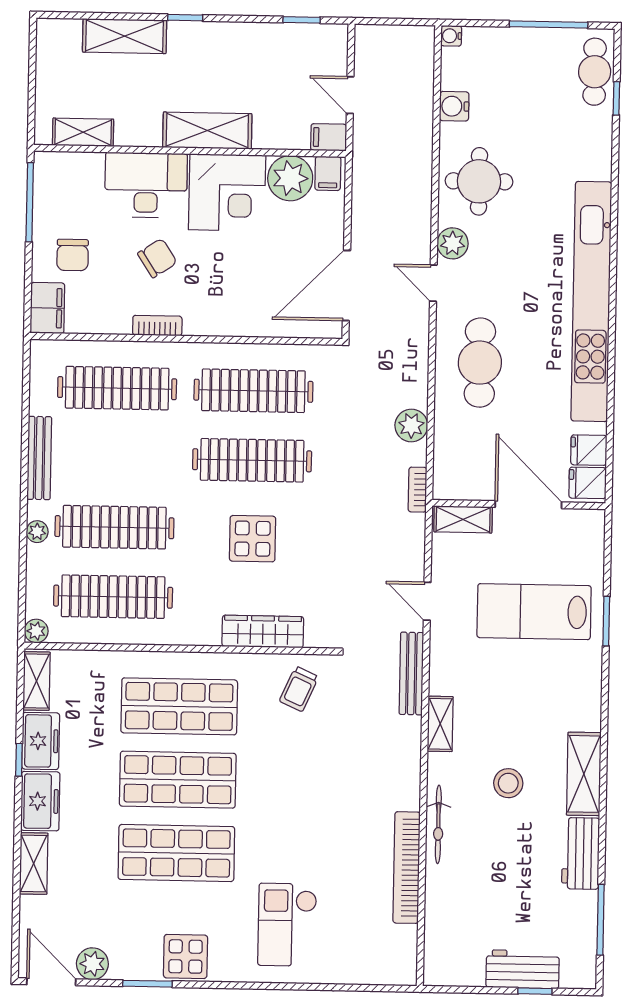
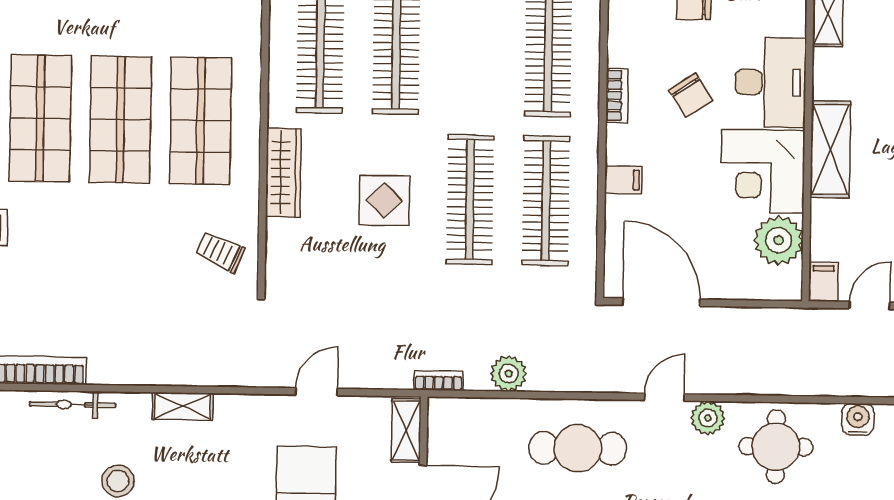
filing cabinet: (328, 173) -> (623, 180), moved, turned 180
wardrobe: (263, 632) -> (283, 173), moved
bench: (411, 673) -> (237, 375), removed

